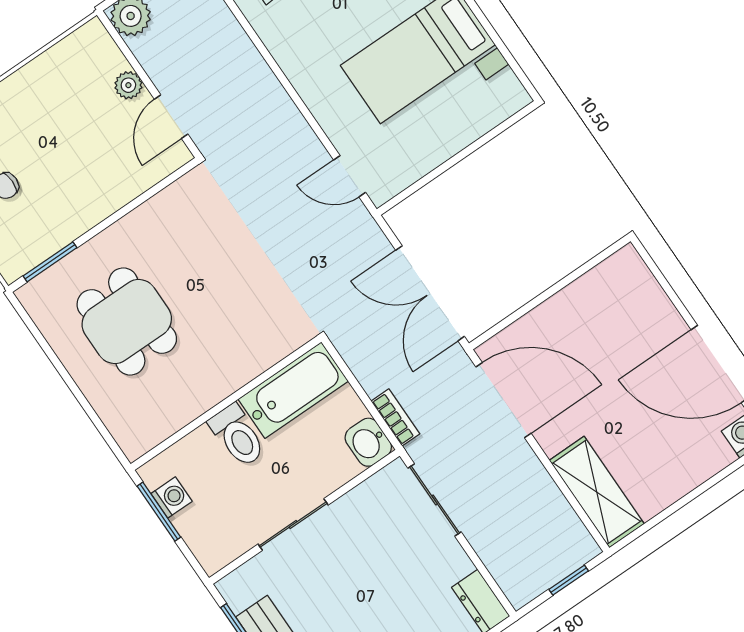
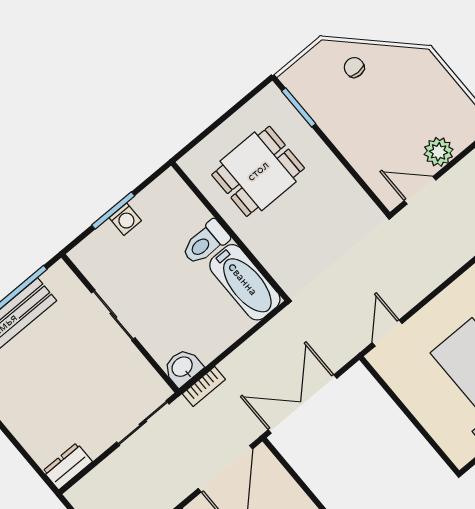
plant: (128, 85) -> (439, 152), width x1.38, depth x1.38
bathtub: (293, 390) -> (245, 282), moved
wall: (226, 403) -> (230, 231), moved
toilet: (237, 436) -> (205, 243), moved

